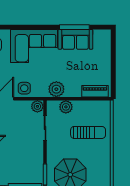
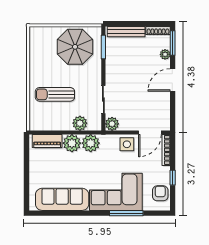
window: (74, 27) -> (126, 213), moved
sofa: (75, 39) -> (62, 199), width x1.36
plant: (73, 89) -> (72, 143), added

